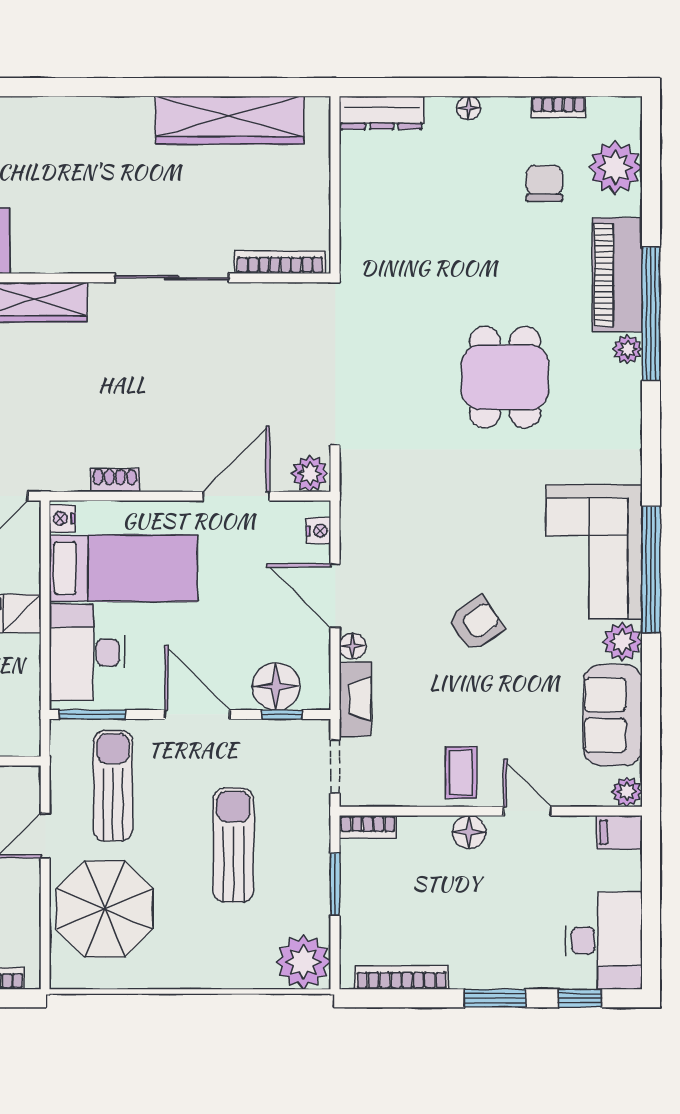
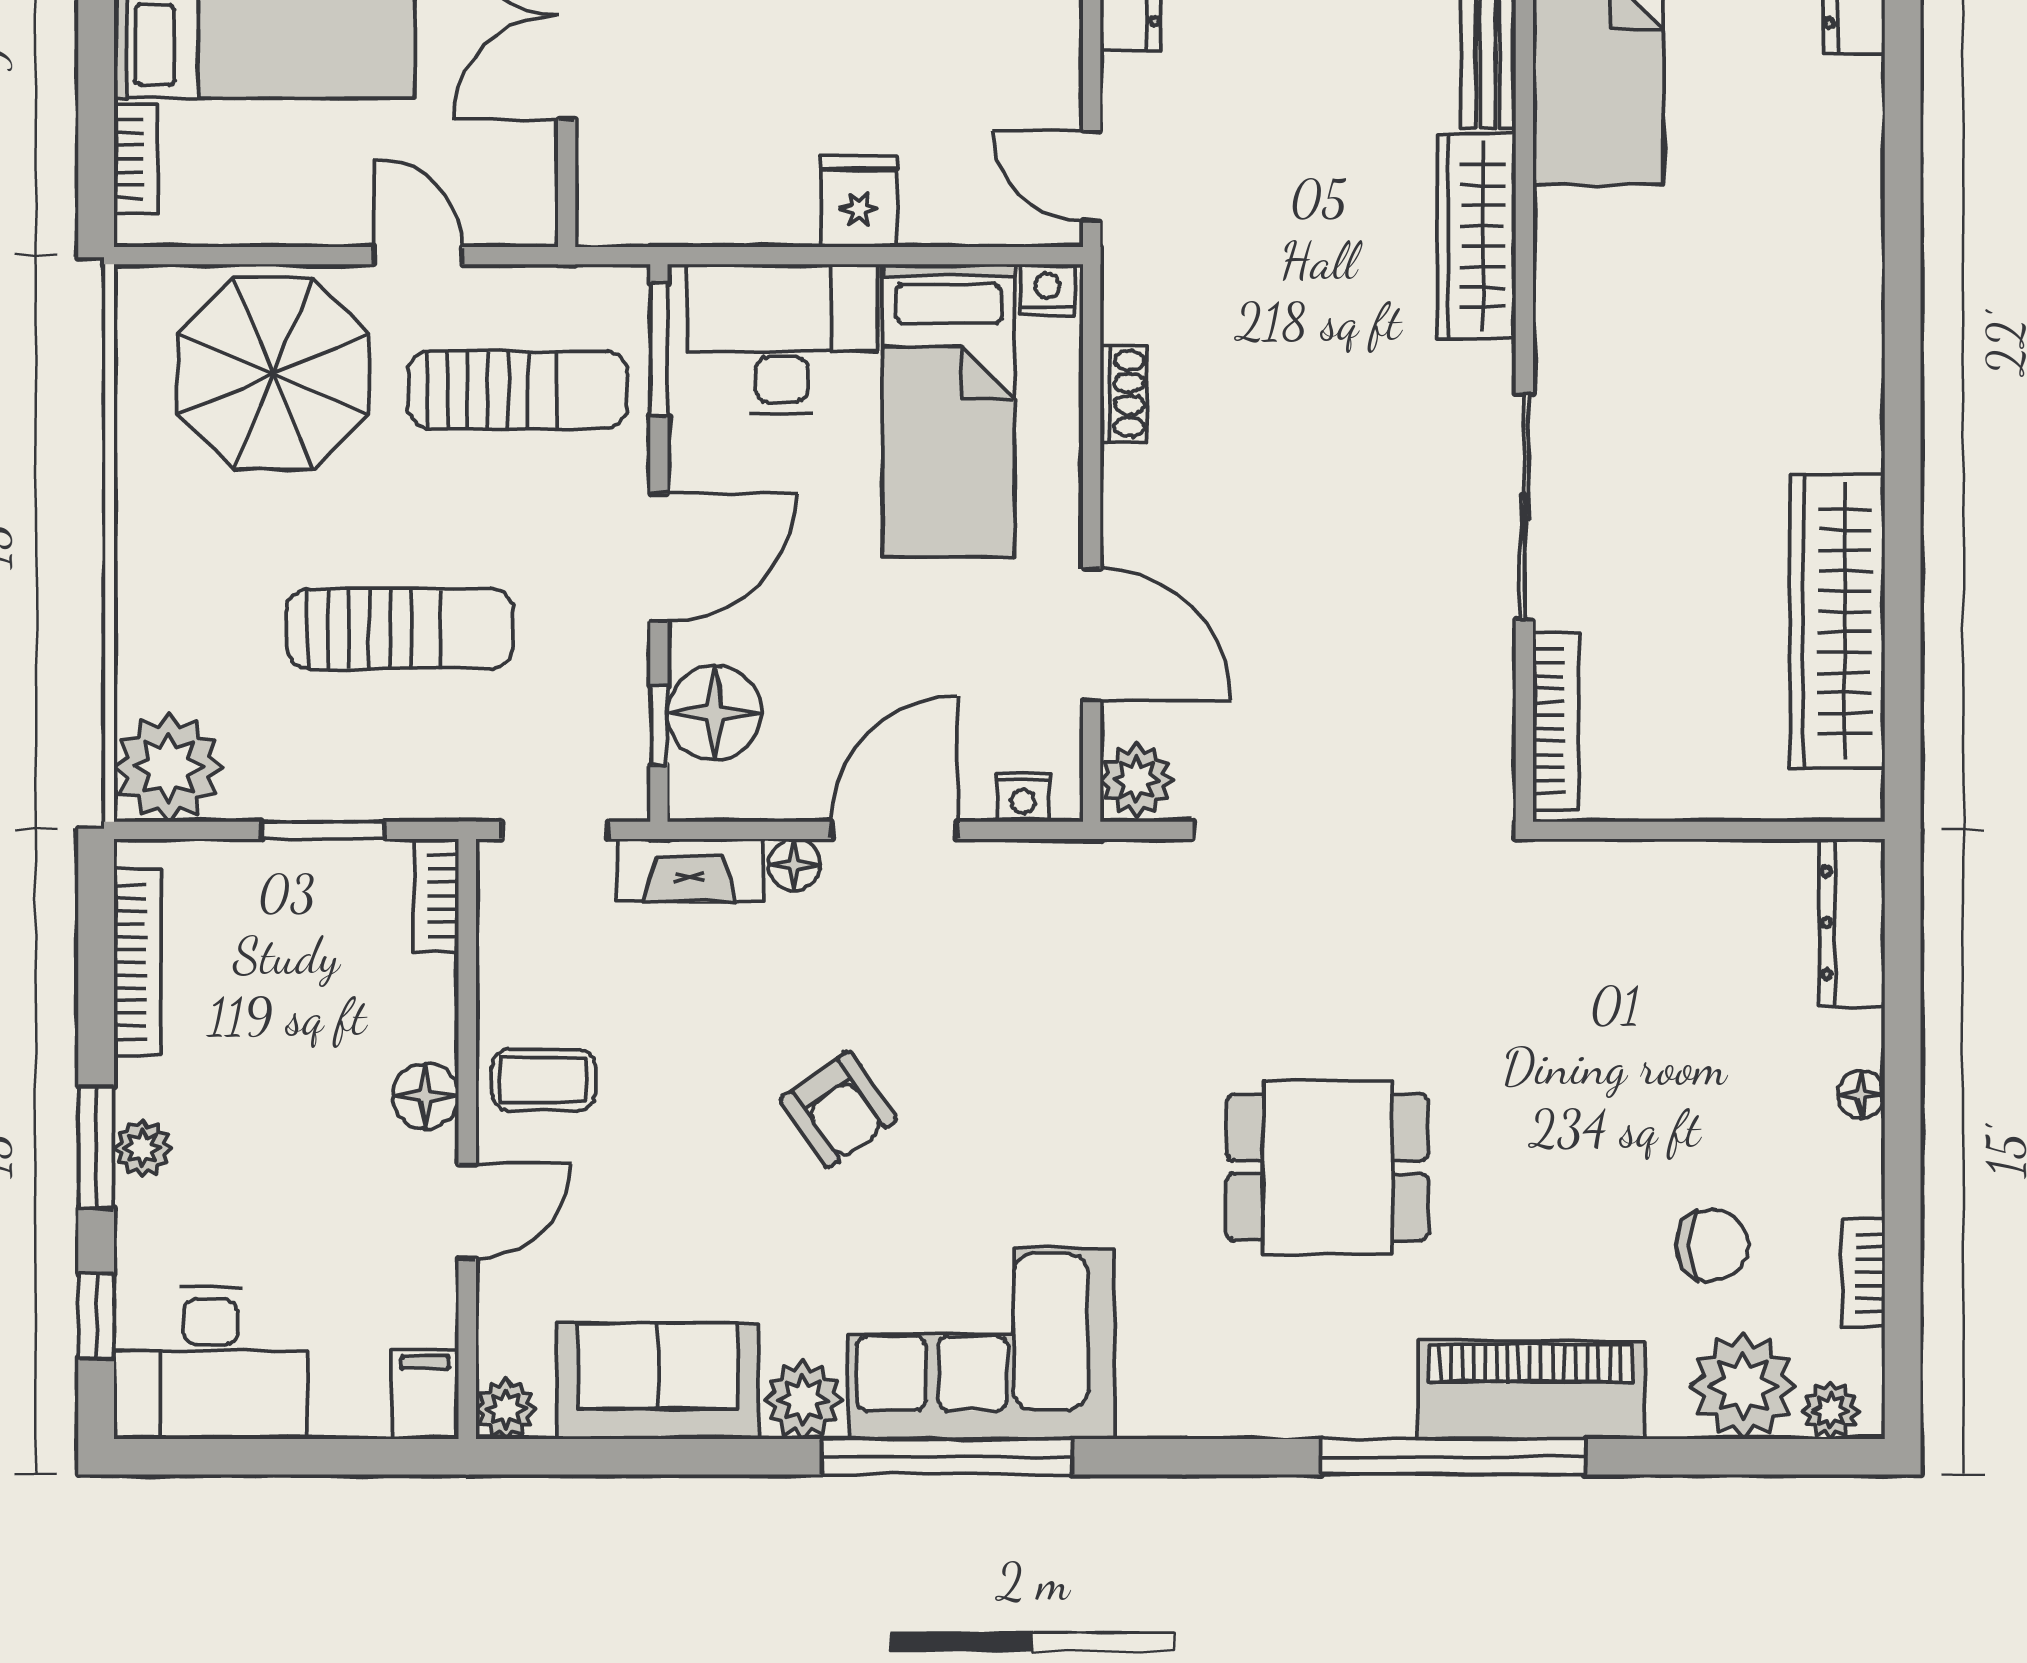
plant: (628, 349) -> (1831, 1411), moved
plant: (495, 975) -> (143, 1148), added

